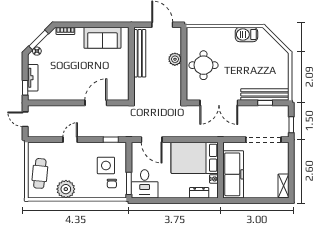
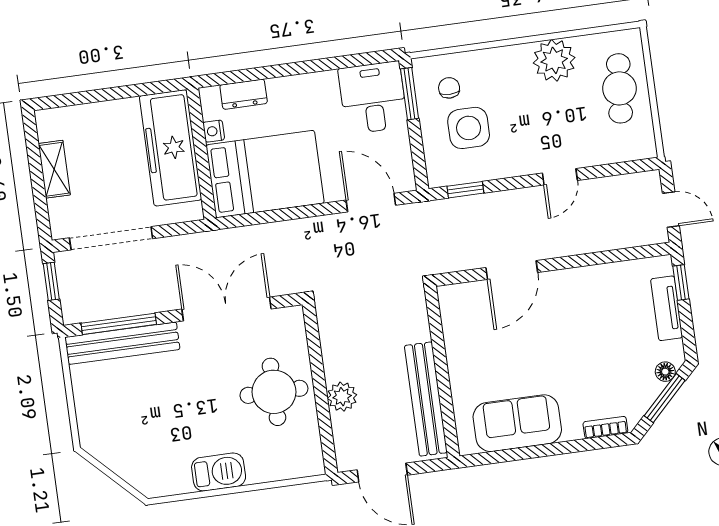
barbecue: (246, 34) -> (219, 472), moved
window: (265, 103) -> (119, 324), width x2.17
shelving: (284, 186) -> (54, 169), moved

